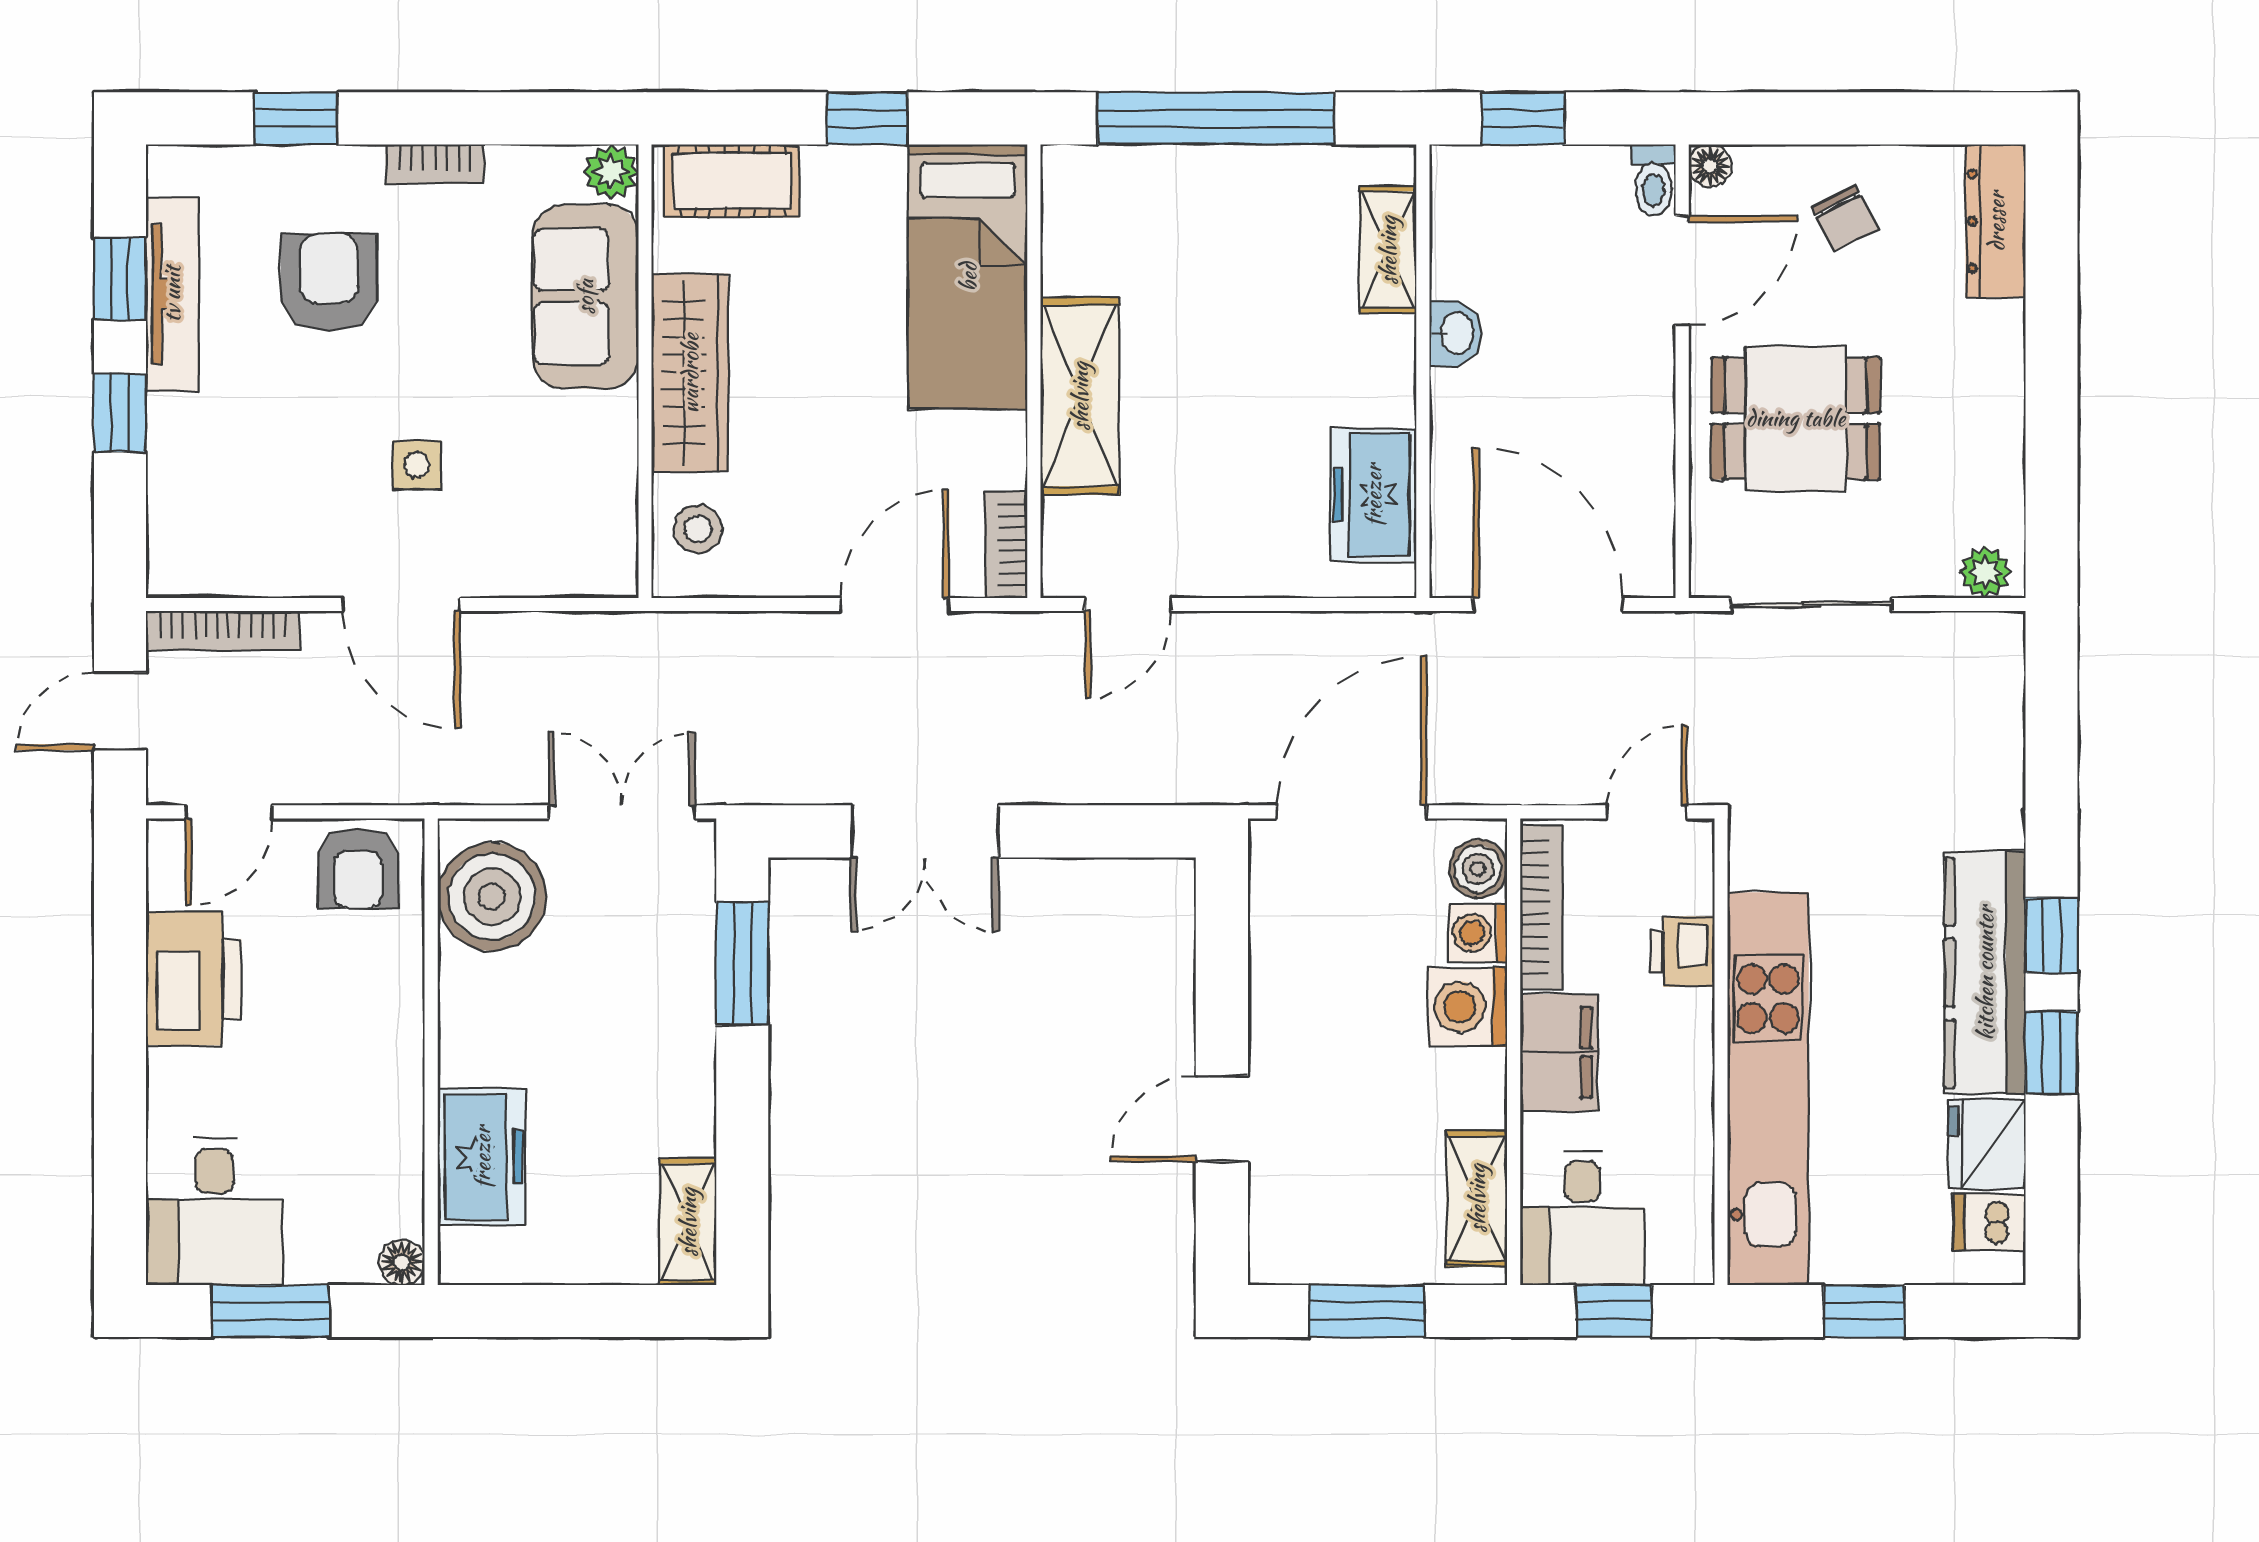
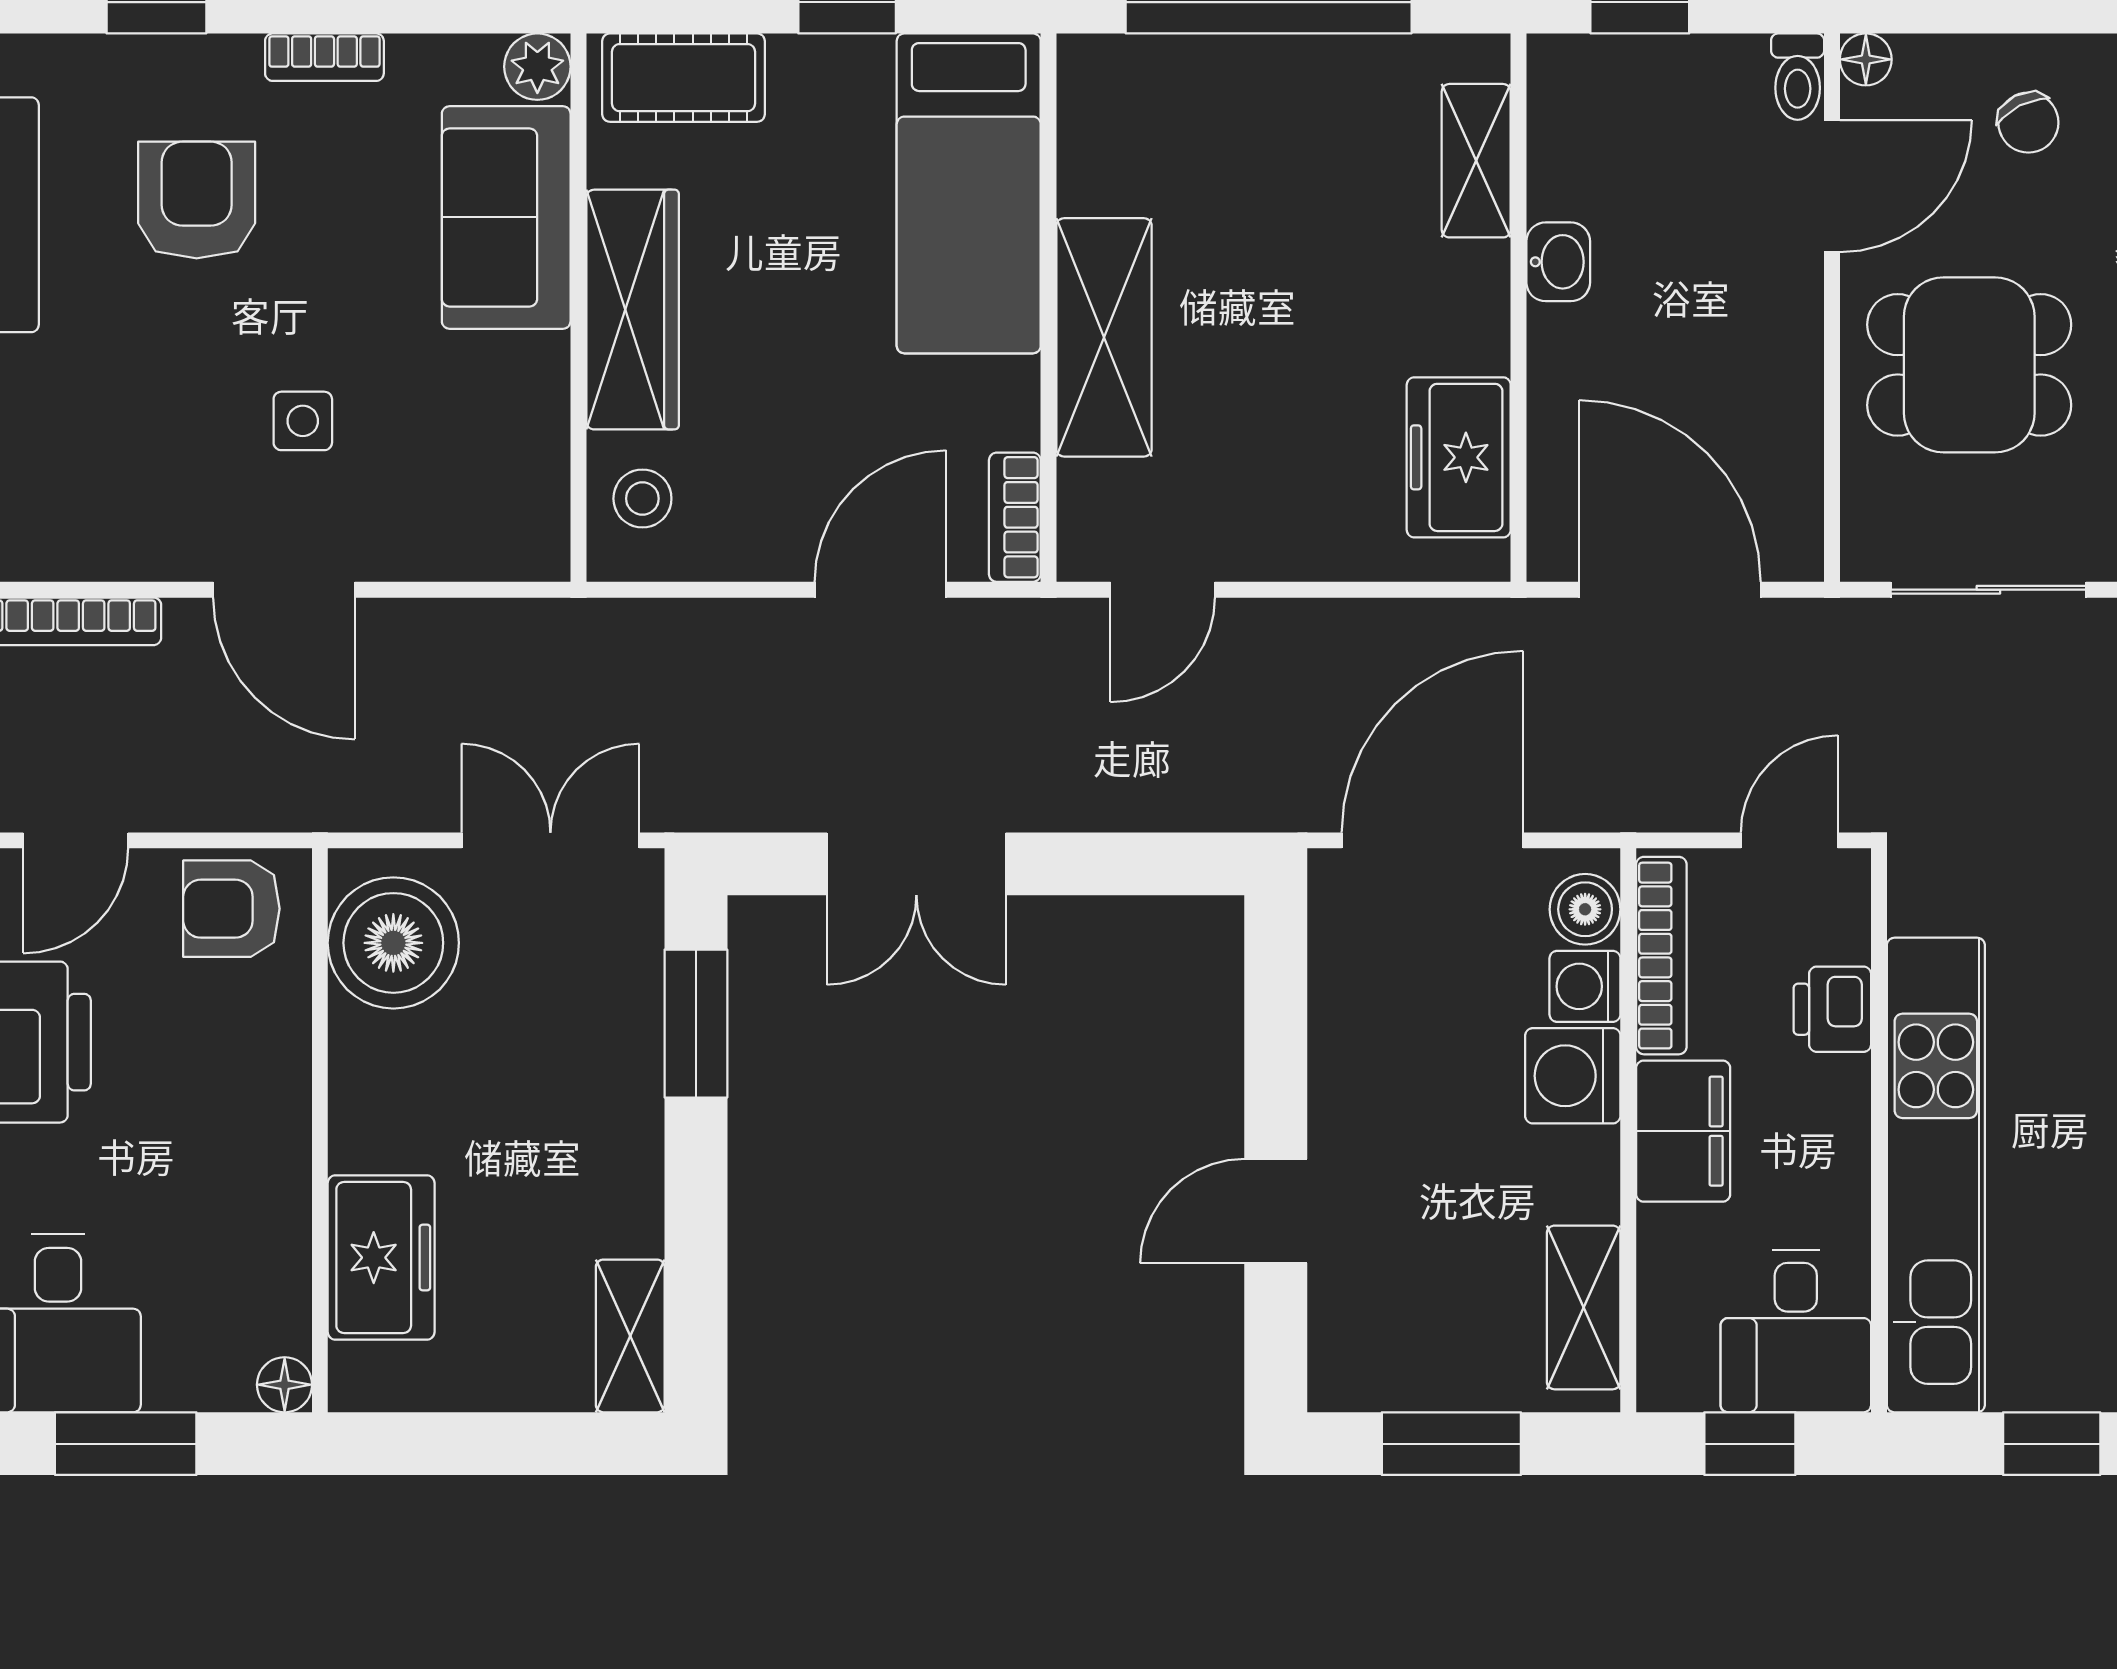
armchair: (358, 868) -> (231, 909), turned 90
desk: (1582, 1218) -> (1796, 1331), moved

